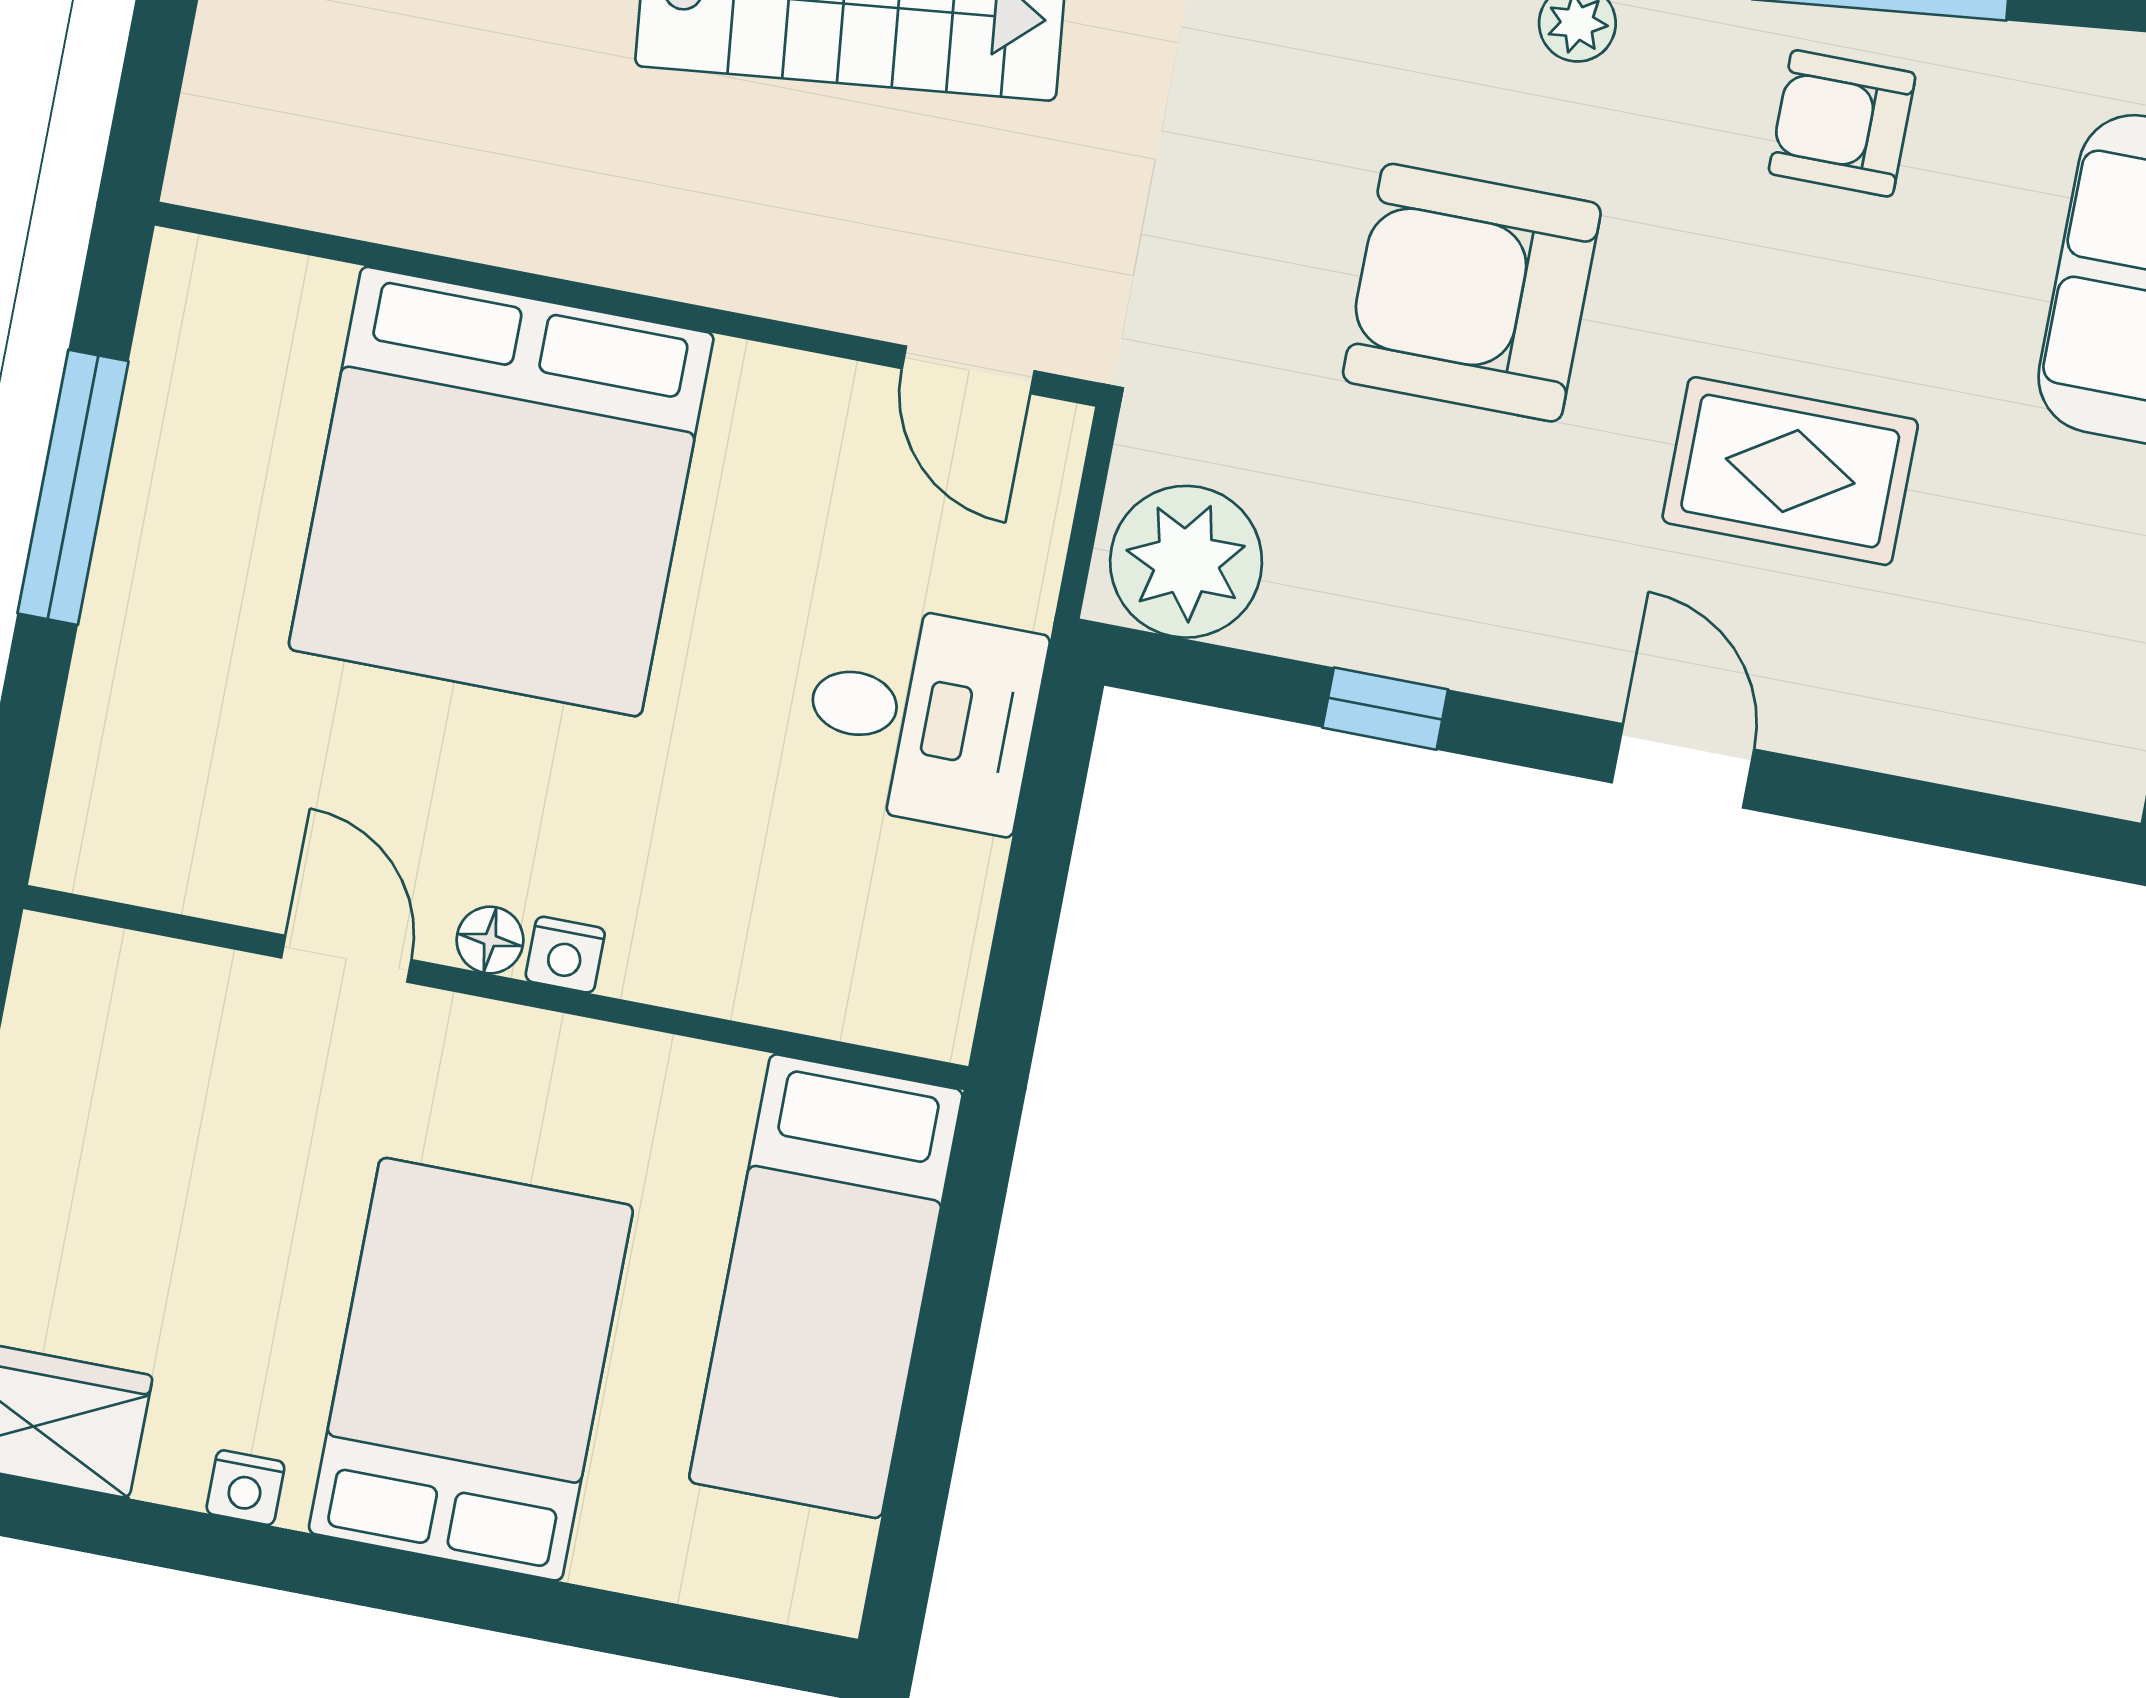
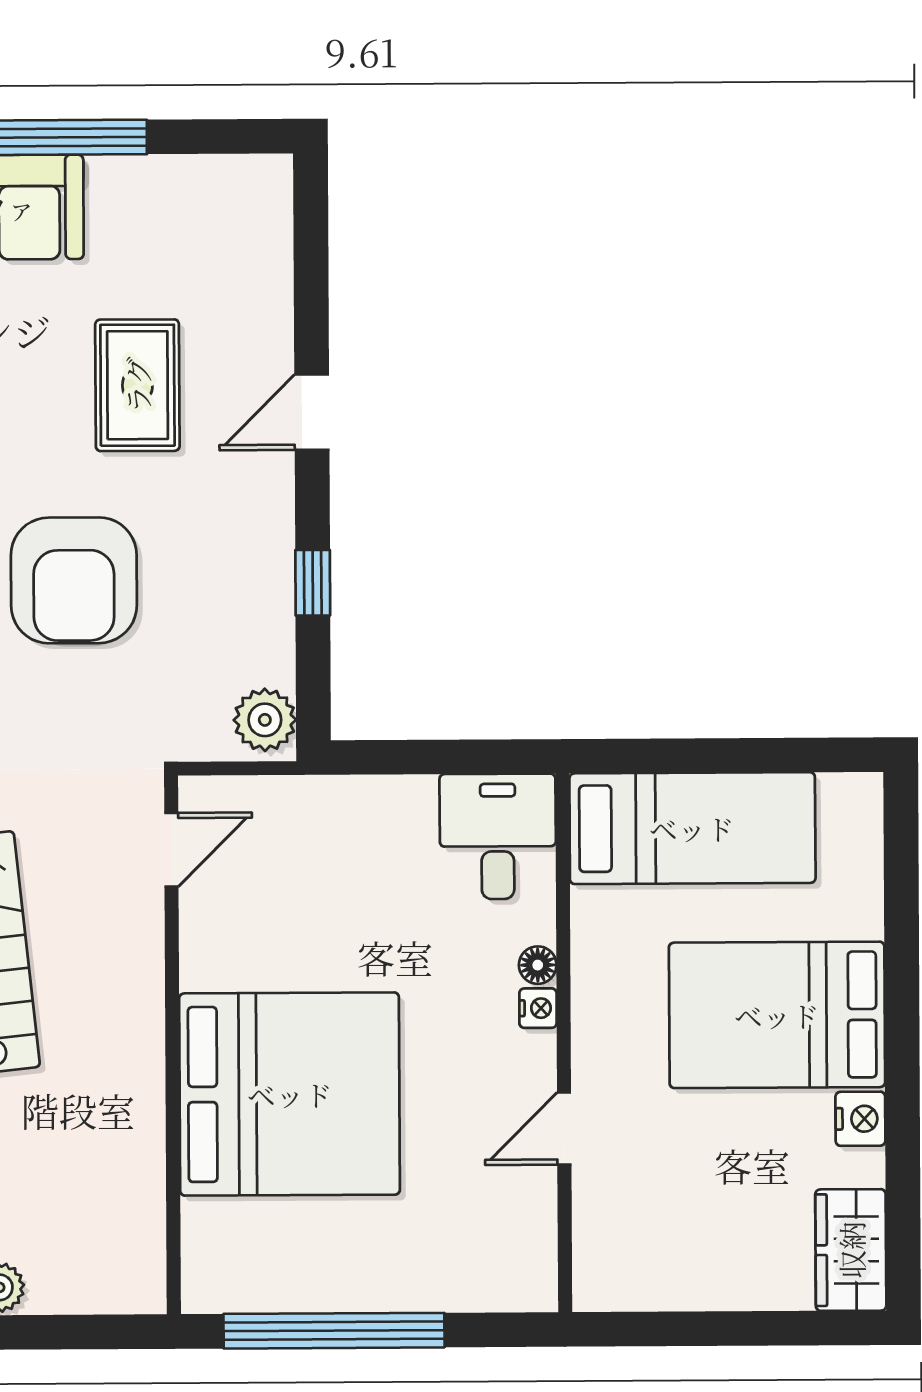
window: (73, 487) -> (334, 1331), width x1.46
plant: (1186, 562) -> (265, 720), width x0.73, depth x0.73
desk: (922, 716) -> (498, 836), moved
floor lamp: (490, 940) -> (538, 965), moved
nightstand: (245, 1488) -> (860, 1119), width x1.39, depth x1.35

